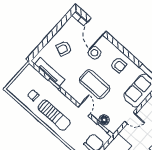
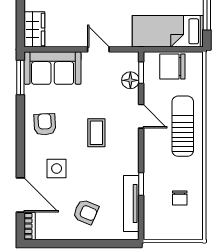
door: (97, 27) -> (20, 195), hinge flipped
coffee table: (95, 84) -> (96, 133), width x0.54, depth x0.58
door: (84, 110) -> (141, 116), swing flipped
sun lounger: (54, 115) -> (183, 126), moved

